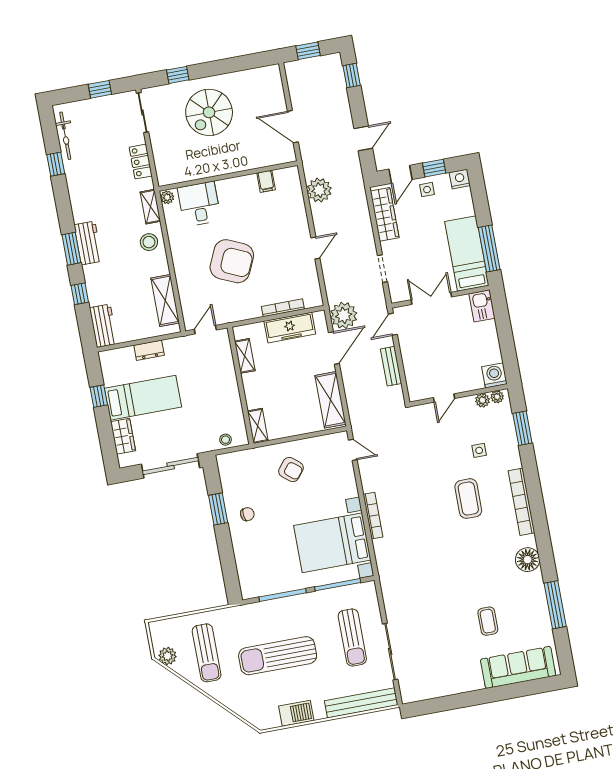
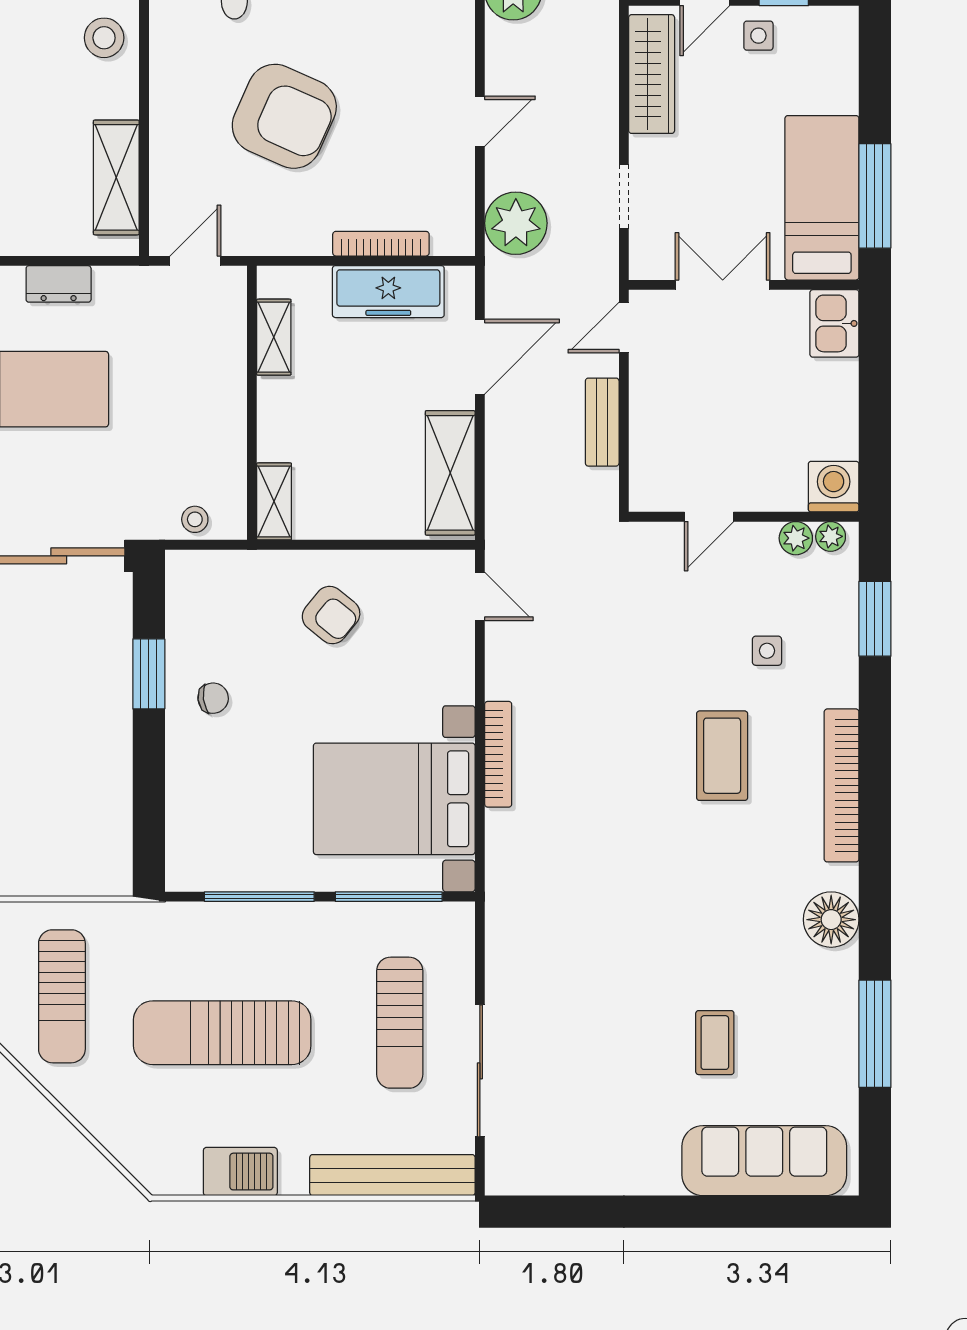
nightstand: (460, 179) -> (838, 25), removed
plant: (344, 315) -> (516, 223), moved

